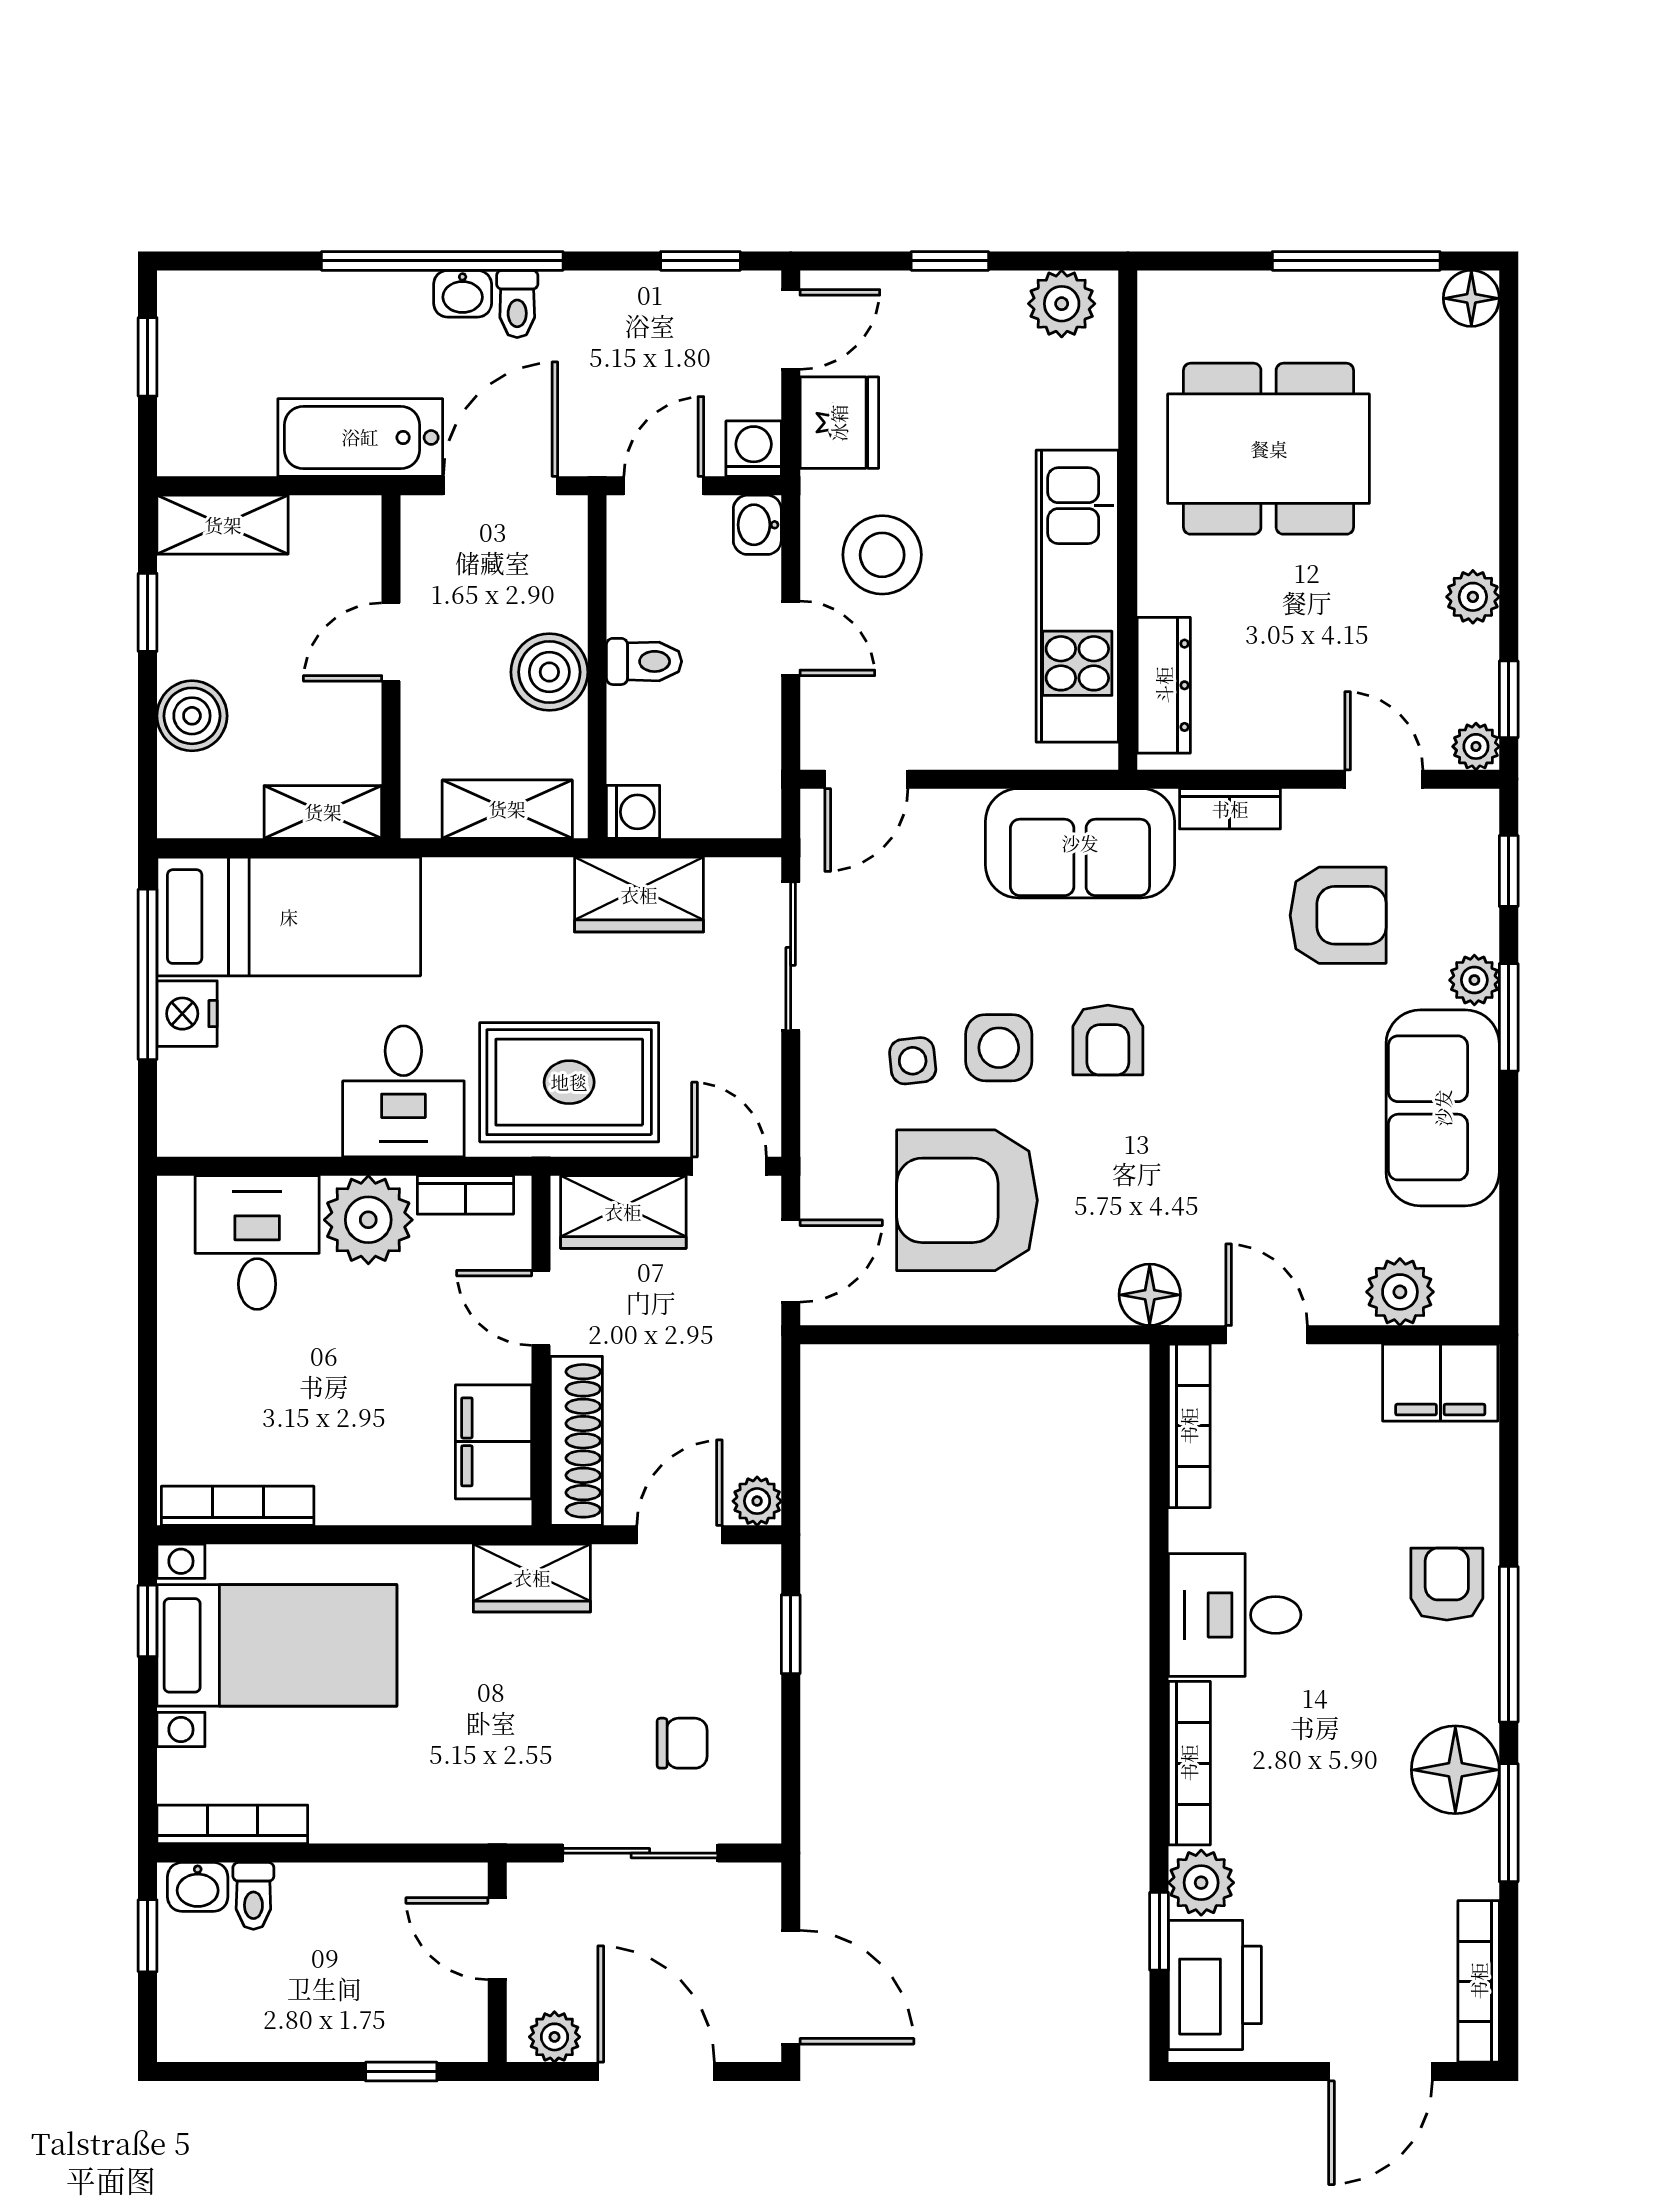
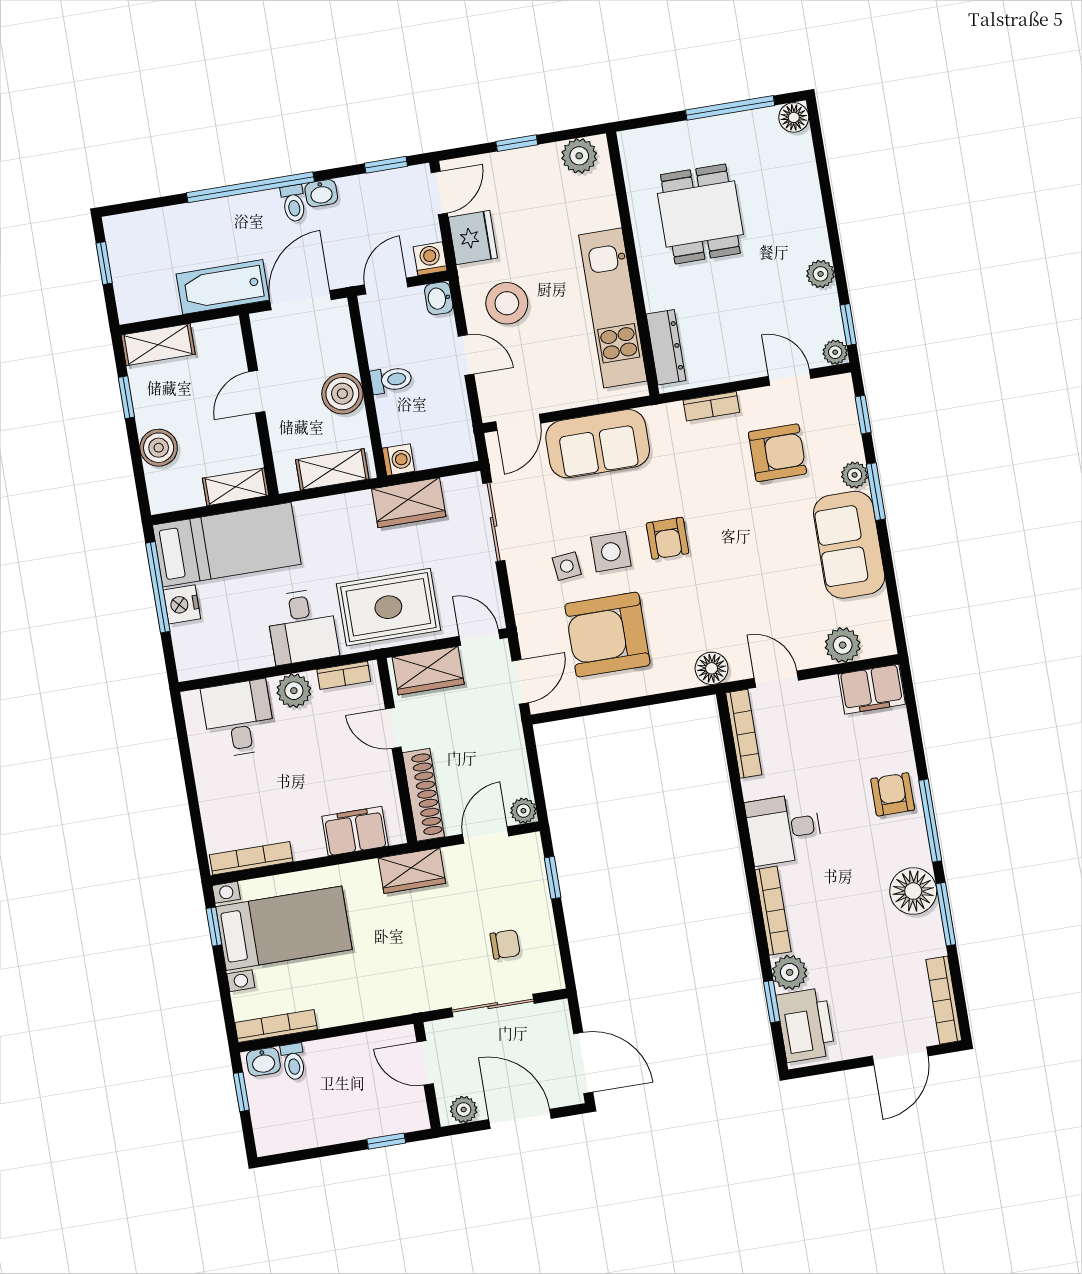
washbasin: (463, 294) -> (321, 193), moved
dining table: (1269, 449) -> (700, 214), width x0.73
sofa: (1080, 843) -> (598, 444), moved
plant: (368, 1220) -> (294, 691), width x0.73, depth x0.73
filing cabinet: (494, 1442) -> (355, 831), moved, turned 90

